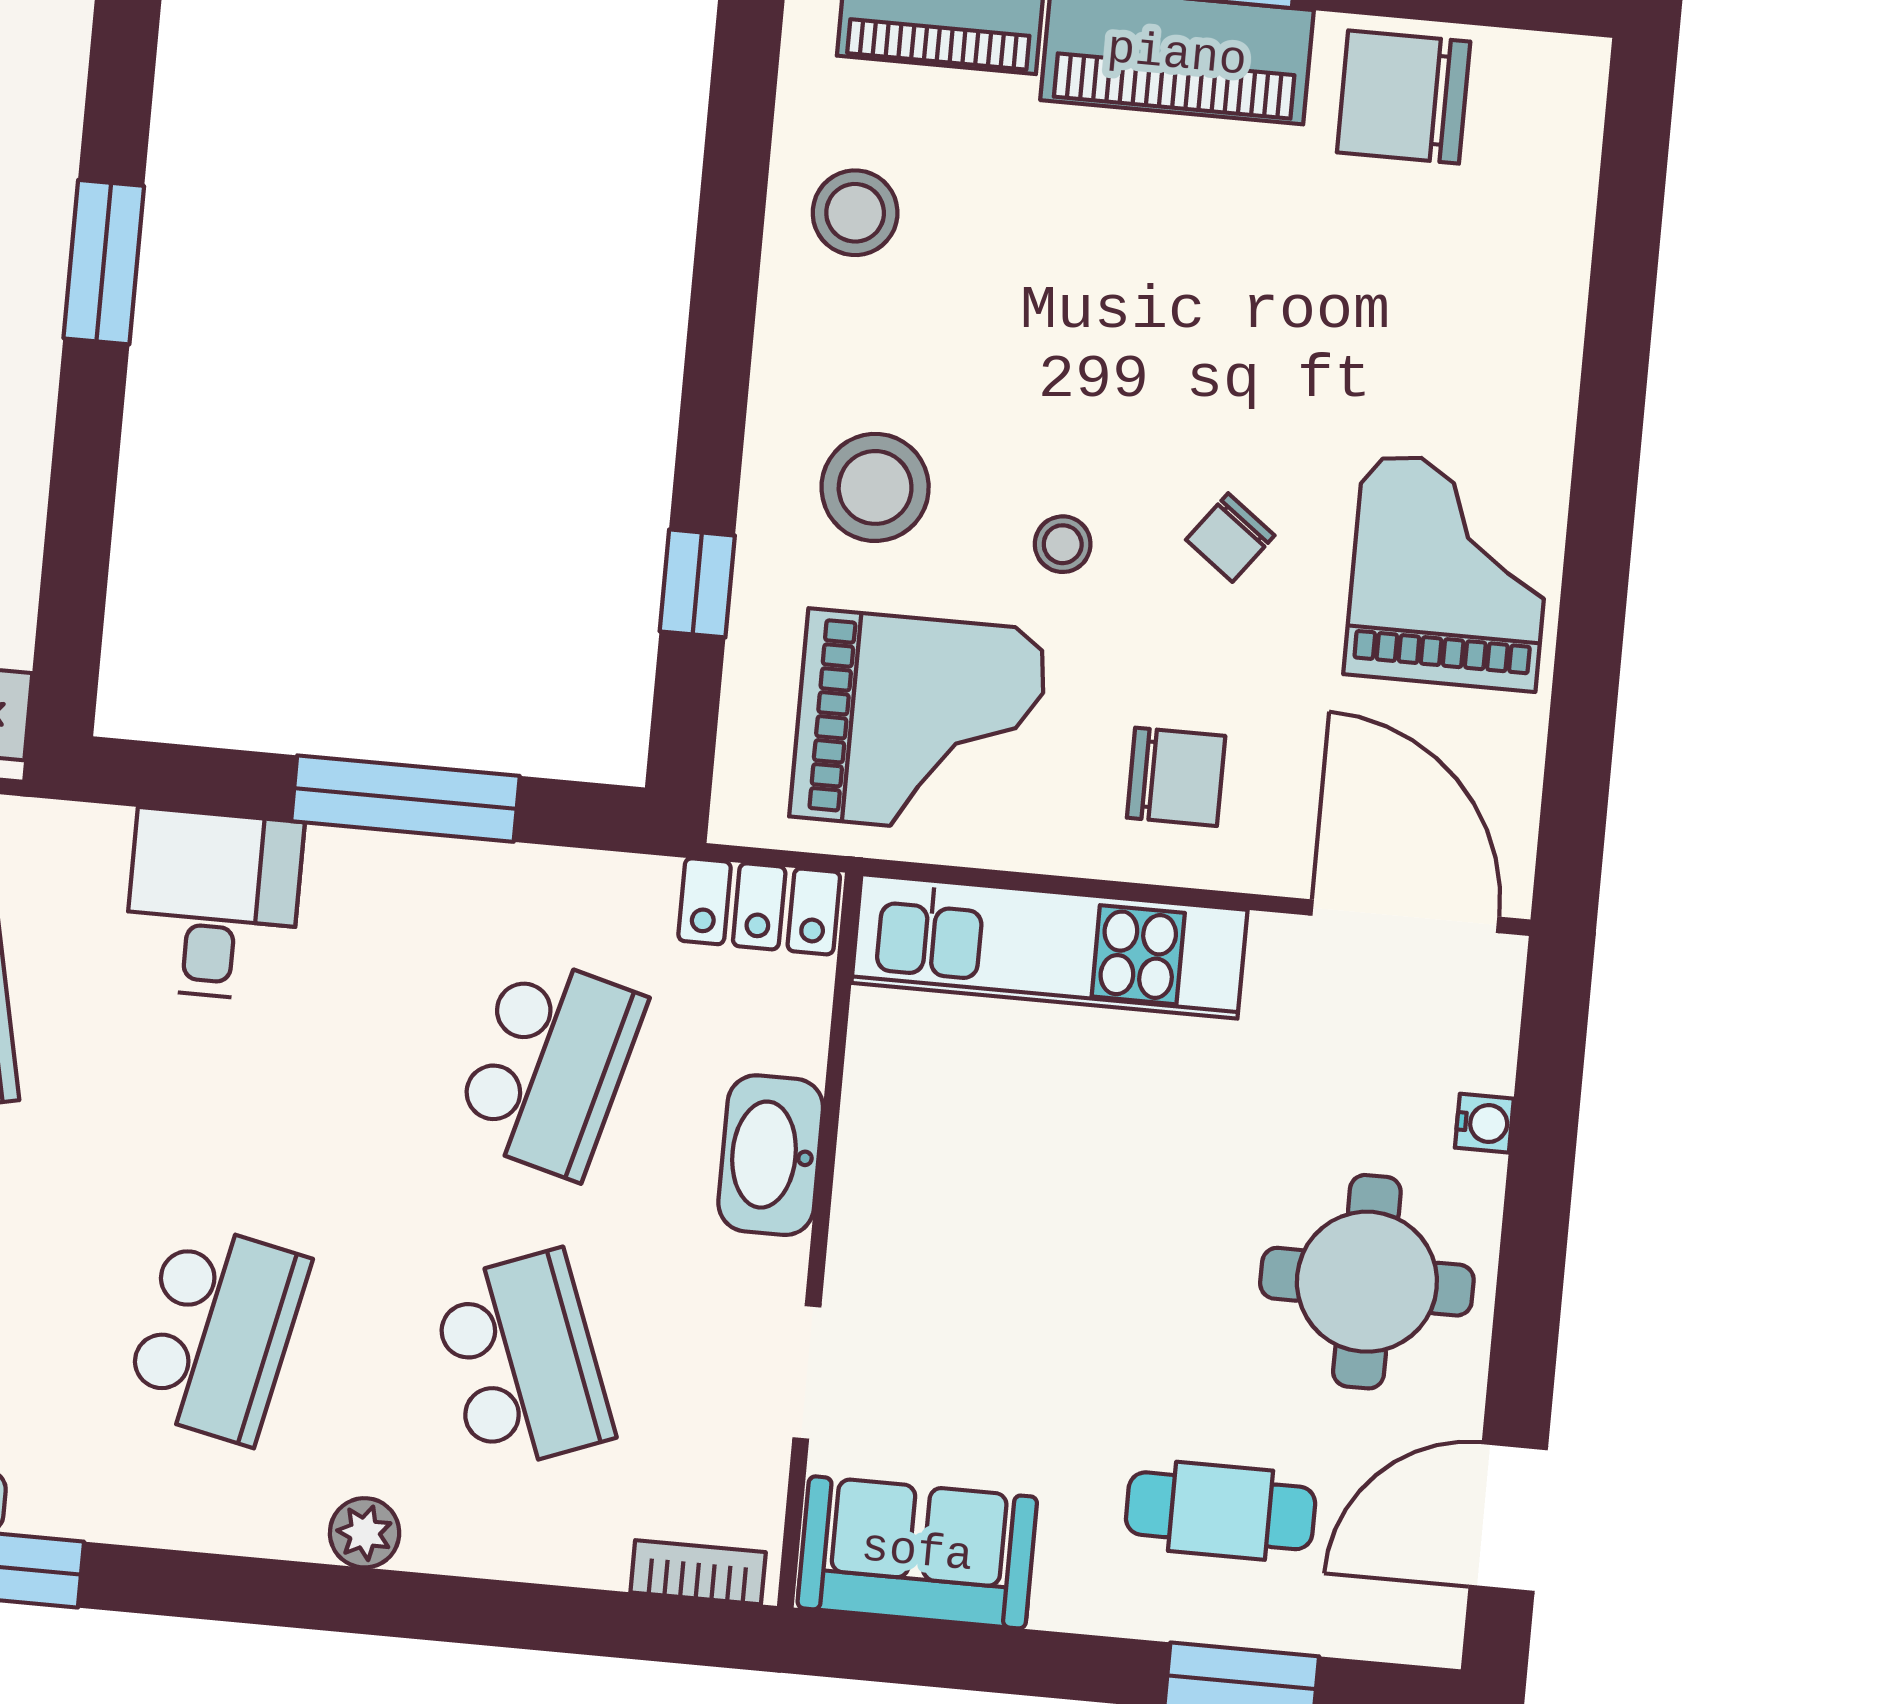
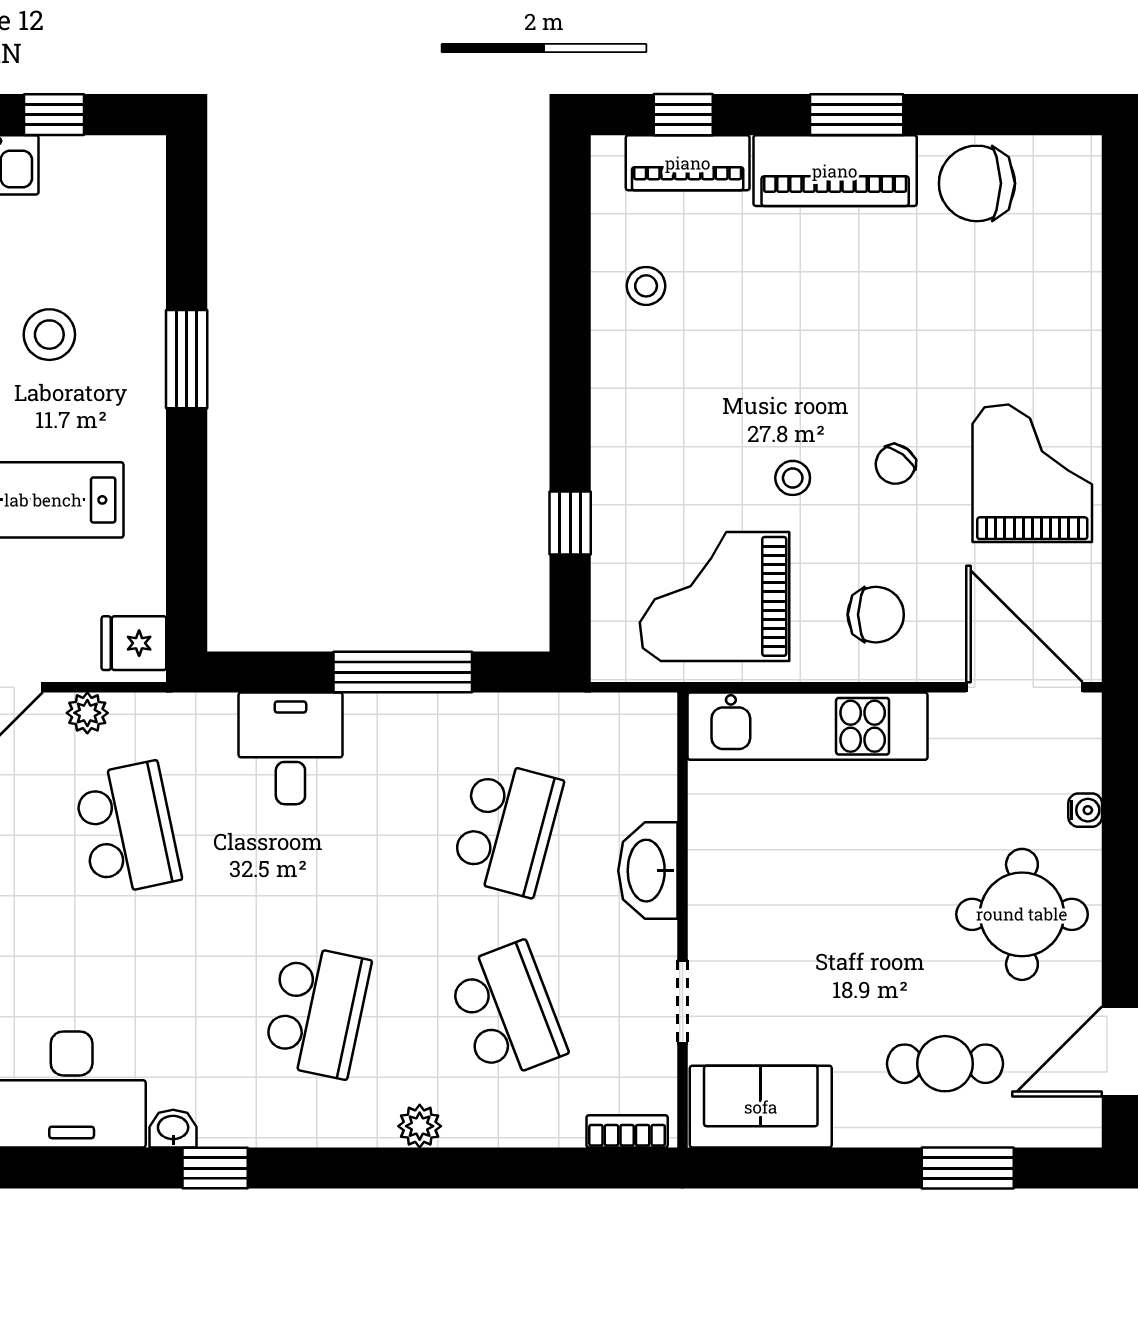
stool: (855, 213) -> (646, 286), width x0.73, depth x0.73
stool: (875, 487) -> (674, 454), removed
grand piano: (919, 723) -> (715, 596), turned 180
locker: (759, 906) -> (627, 718), removed

